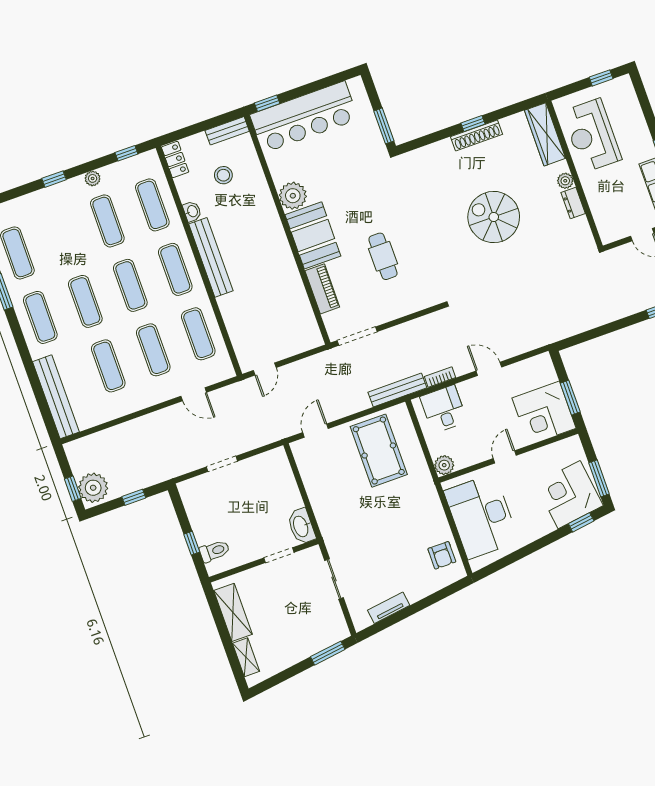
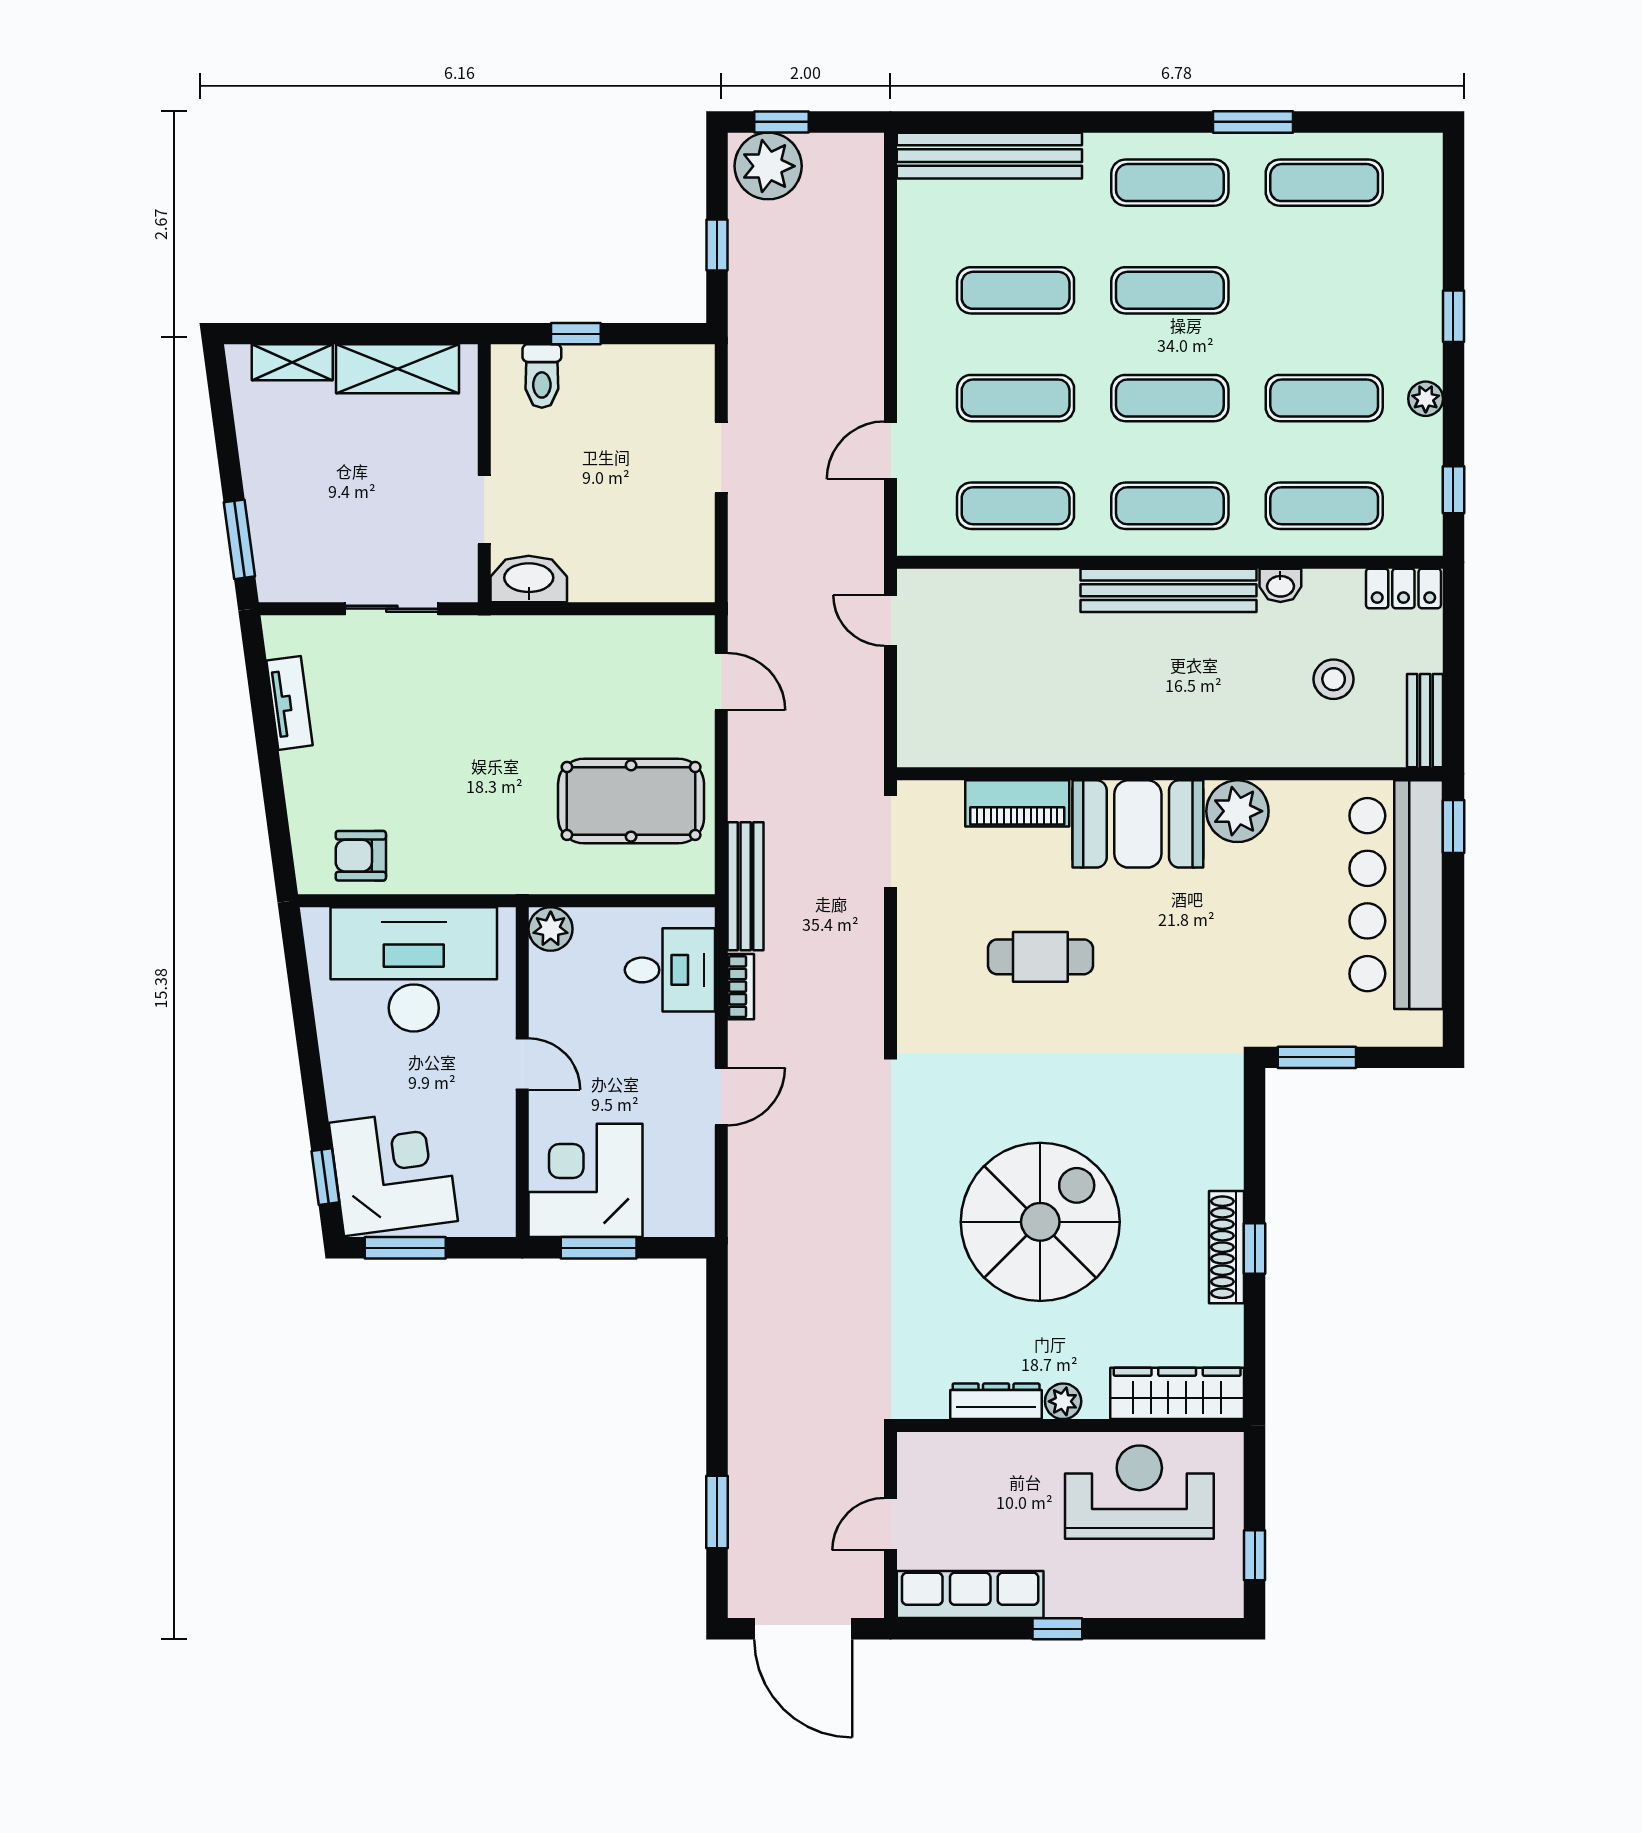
dresser: (573, 203) -> (996, 1401), width x1.44
spiral stairs: (494, 217) -> (1040, 1222), width x1.37, depth x1.37

